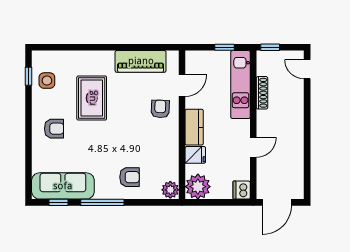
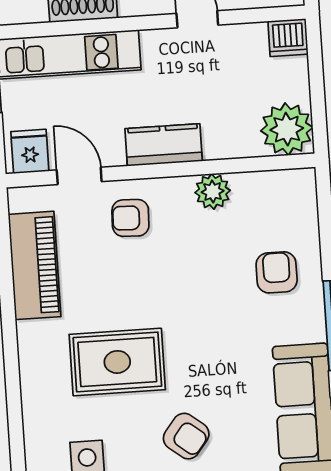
armchair: (54, 129) -> (186, 436), turned 128
fridge: (195, 155) -> (30, 151), moved
plant: (170, 190) -> (213, 192), moved

